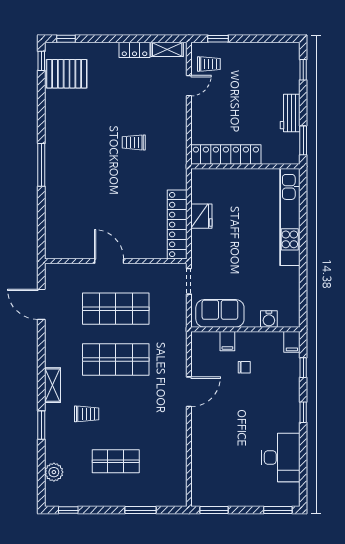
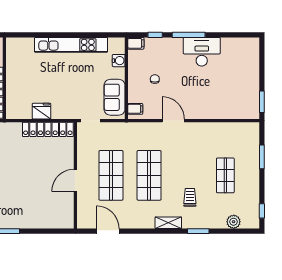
kitchen unit: (290, 217) -> (71, 45), moved
door: (41, 304) -> (108, 231), swing flipped
filing cabinet: (227, 341) -> (135, 109), moved
window: (303, 412) -> (189, 35), width x2.17
desk: (281, 457) -> (202, 52), moved
window: (278, 510) -> (262, 54), removed

